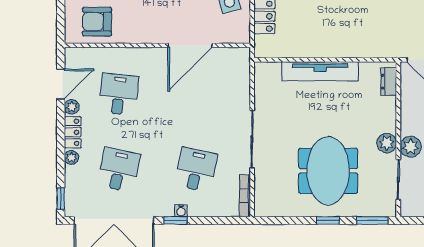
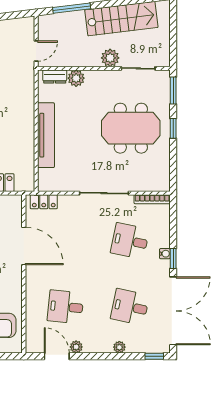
locker: (73, 132) -> (44, 202), moved, turned 180
plant: (387, 143) -> (76, 78), moved

